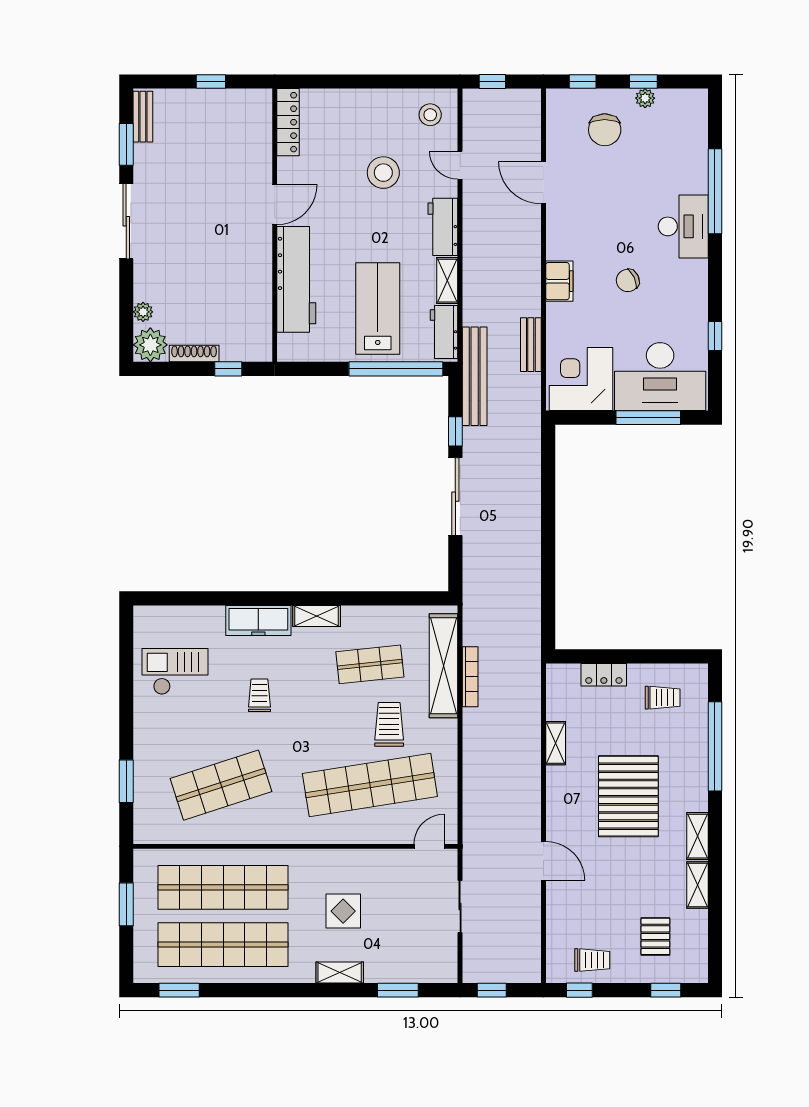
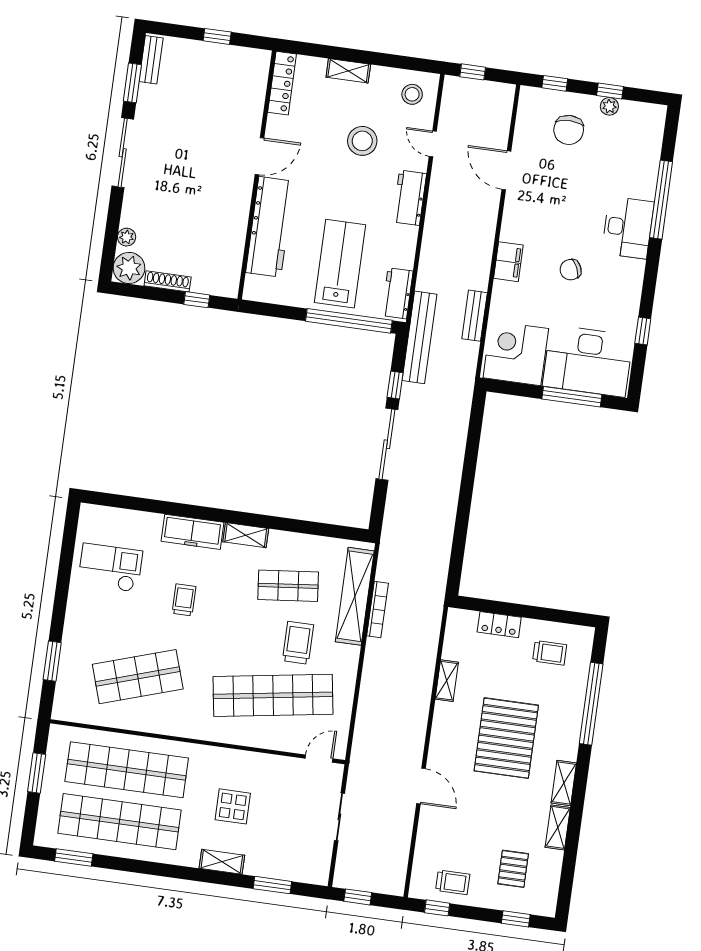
shelving: (447, 281) -> (348, 71), moved, turned 90

